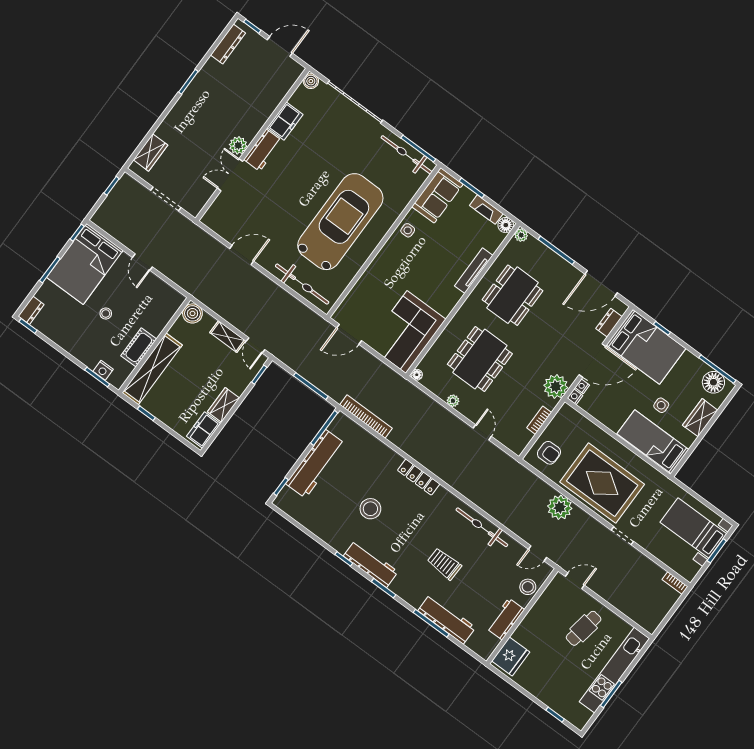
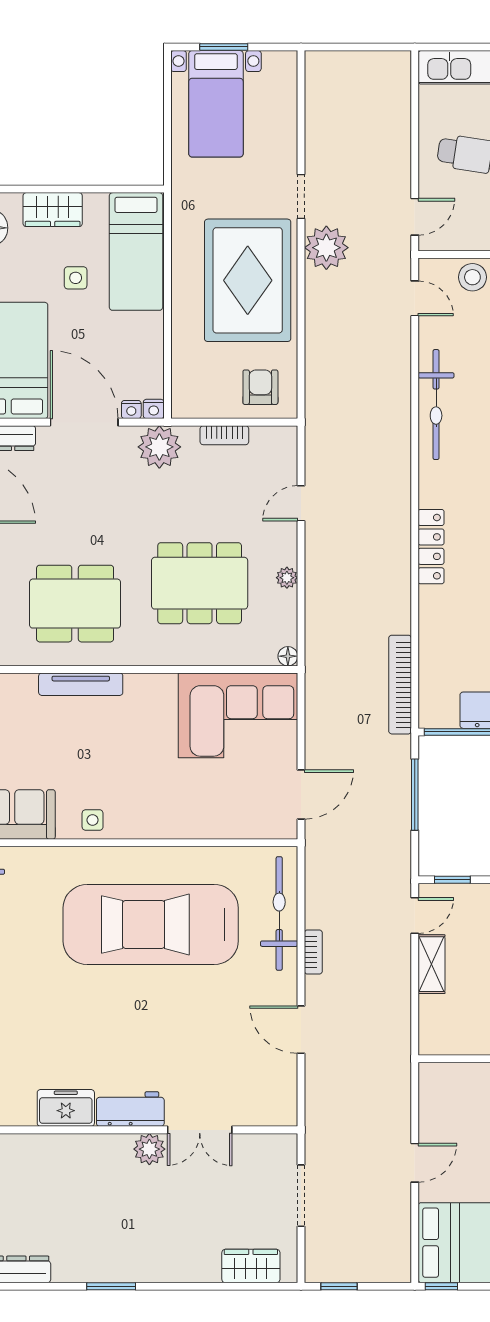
boiler: (192, 313) -> (435, 1038), removed
door: (349, 334) -> (301, 794), hinge flipped
plant: (560, 507) -> (326, 248), moved
door: (575, 581) -> (415, 217), swing flipped
bookcase: (675, 583) -> (313, 952), moved

